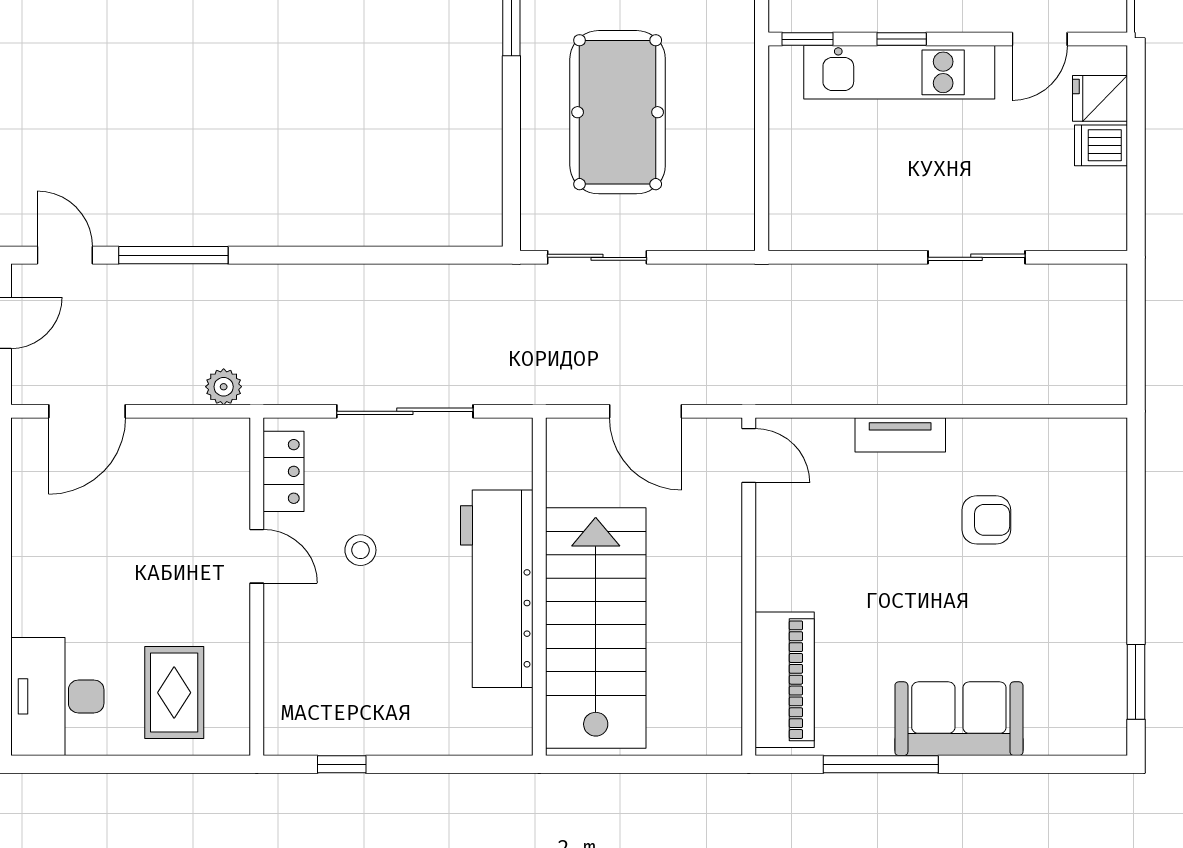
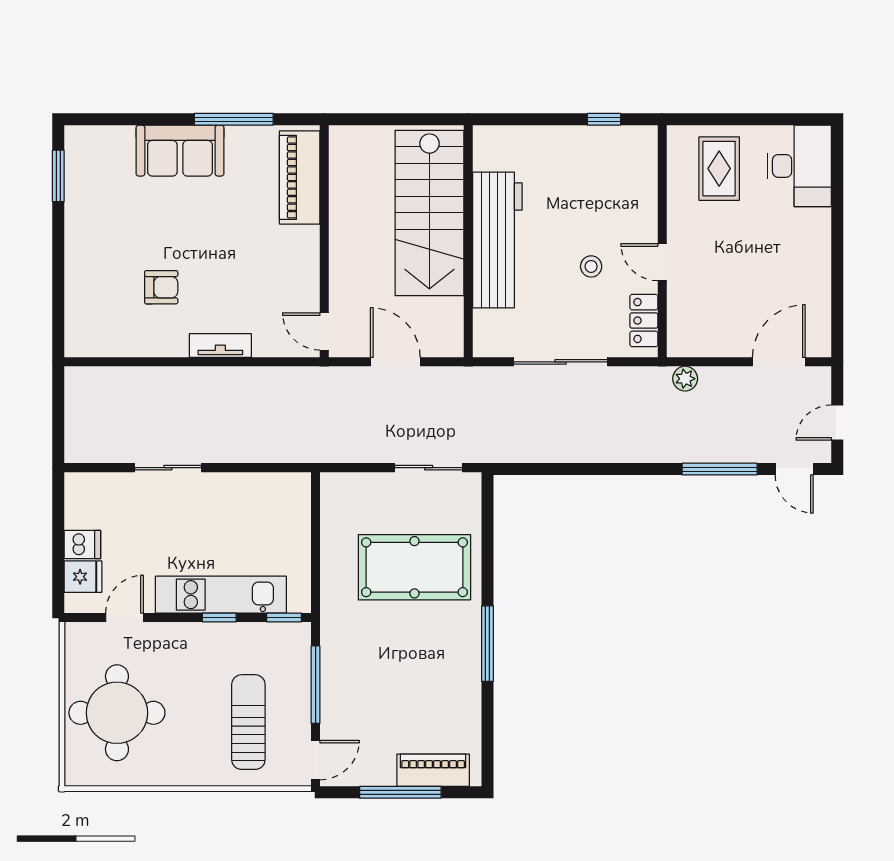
pool table: (618, 112) -> (414, 567), turned 90
armchair: (986, 520) -> (161, 287), turned 180

